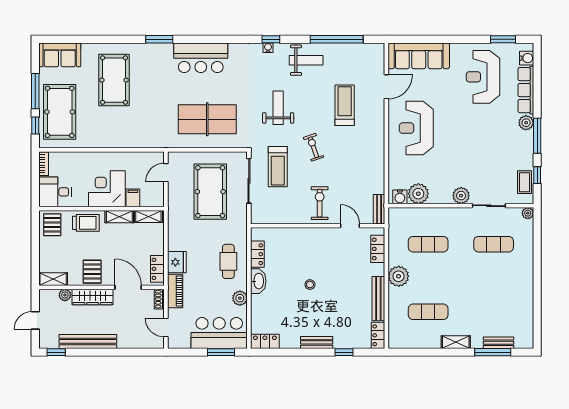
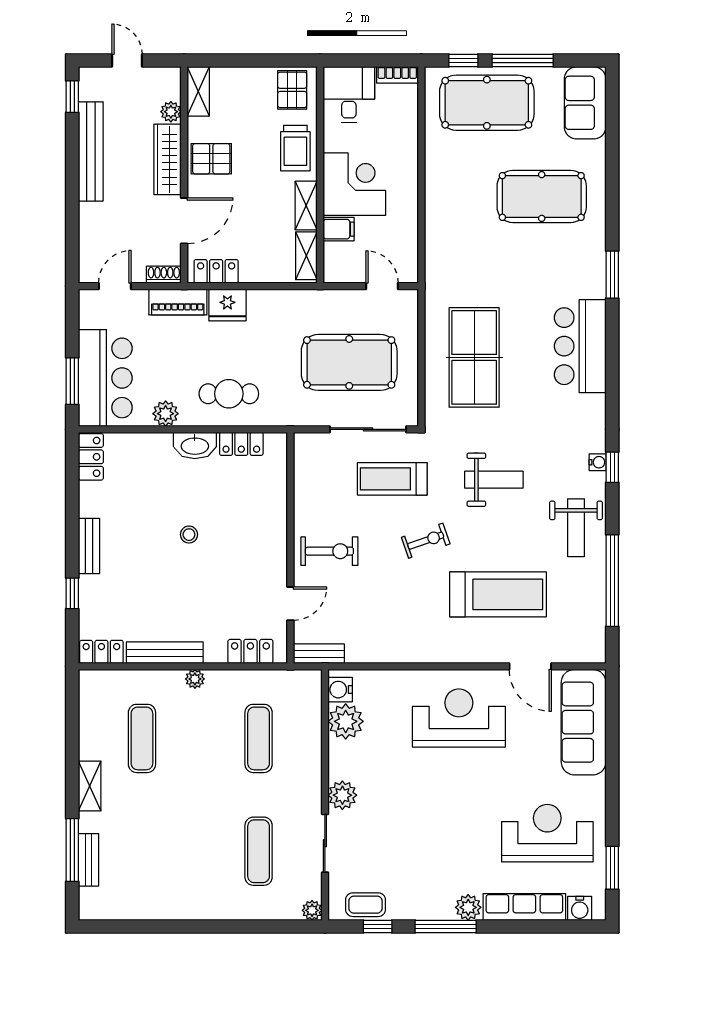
treadmill: (345, 105) -> (498, 594), width x1.37, depth x1.38
pallet: (52, 225) -> (292, 90), turned 90
plant: (399, 276) -> (195, 679), width x0.53, depth x0.53

